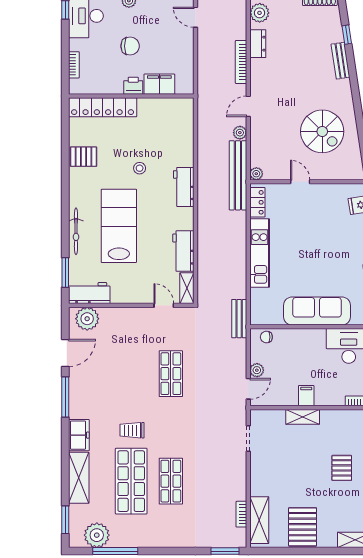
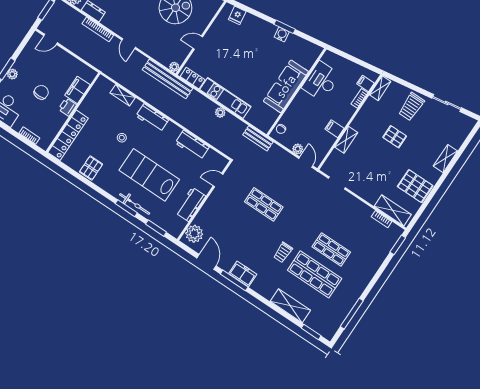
plant: (240, 133) -> (220, 112), moved
window: (65, 225) -> (126, 208), added
shelving: (187, 288) -> (123, 95), moved
workbench: (89, 293) -> (191, 204), moved
freezer: (79, 435) -> (243, 274), moved
plant: (97, 535) -> (334, 319), removed

